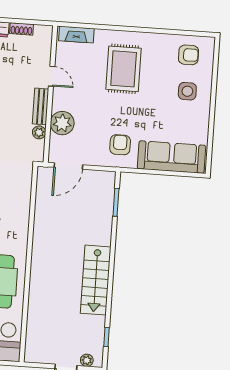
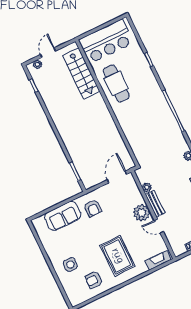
armchair: (188, 55) -> (94, 280), moved
plant: (62, 123) -> (142, 213), moved
sofa: (172, 157) -> (63, 216), width x0.73
stairs: (96, 280) -> (81, 73), moved, turned 180

